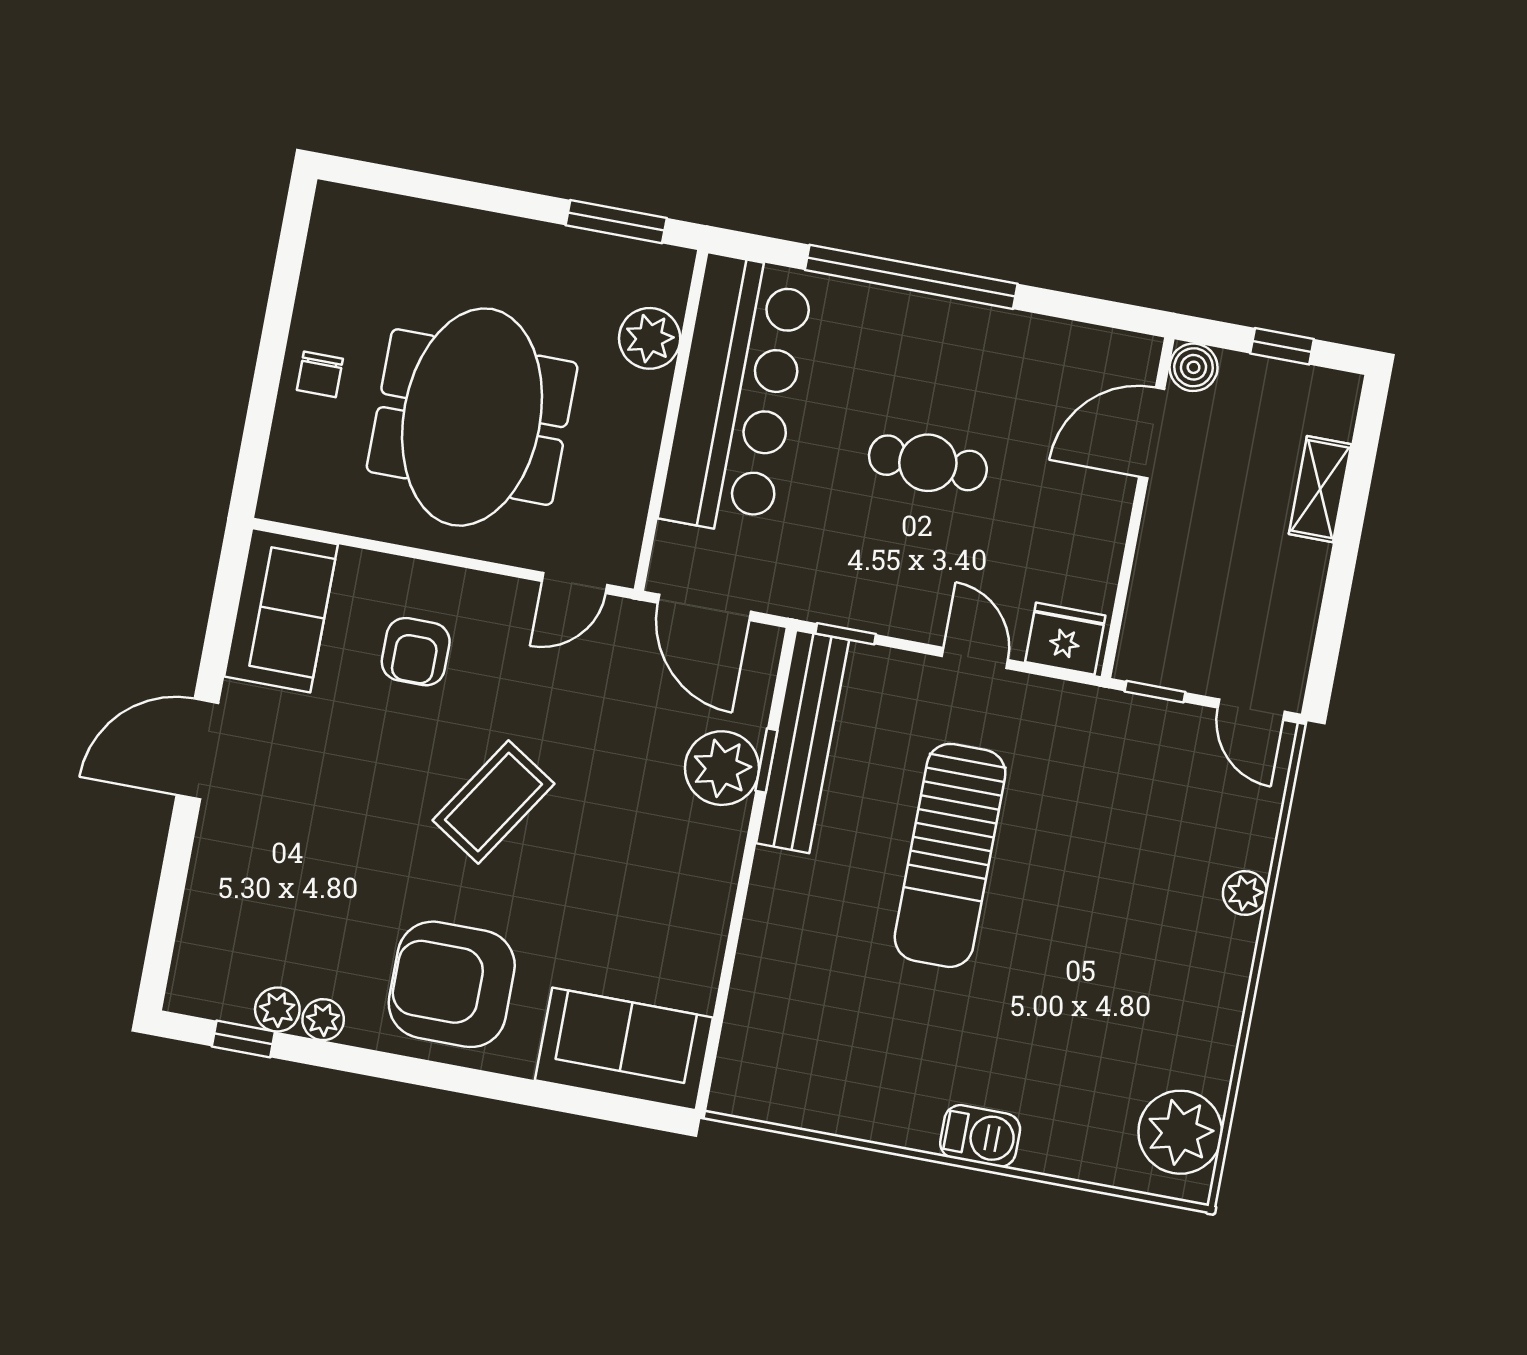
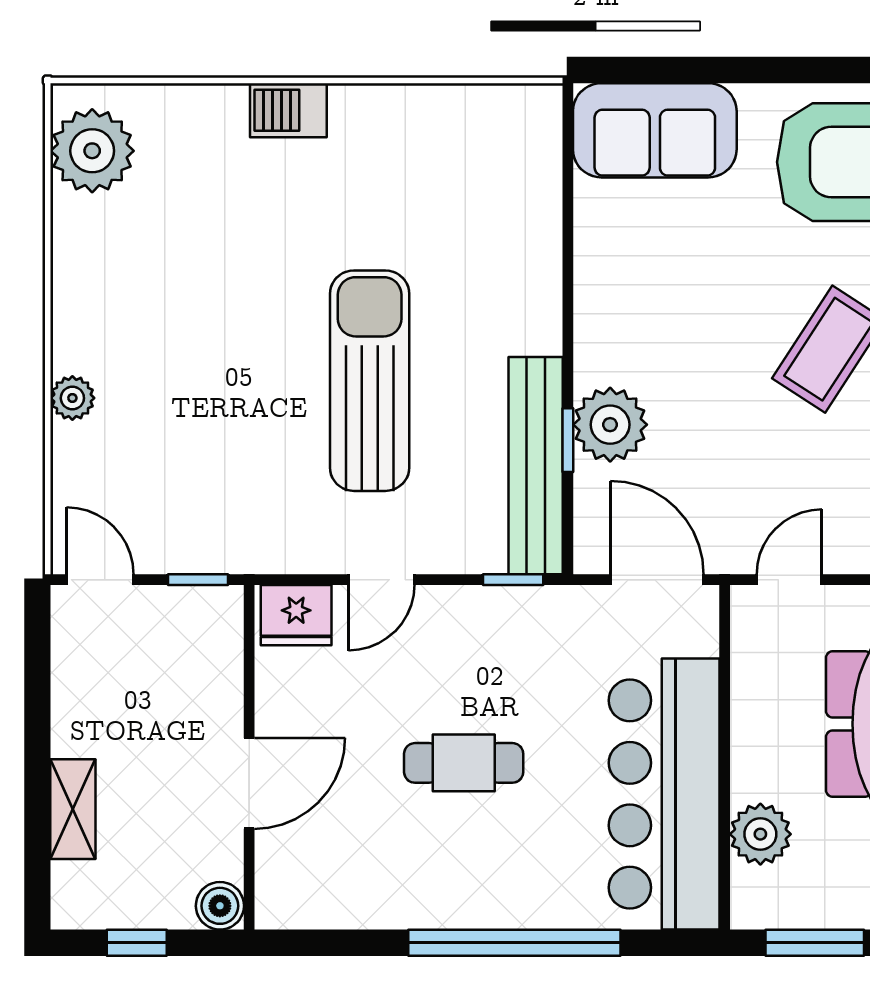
door: (1152, 433) -> (249, 783), moved
door: (975, 658) -> (381, 580), hinge flipped

